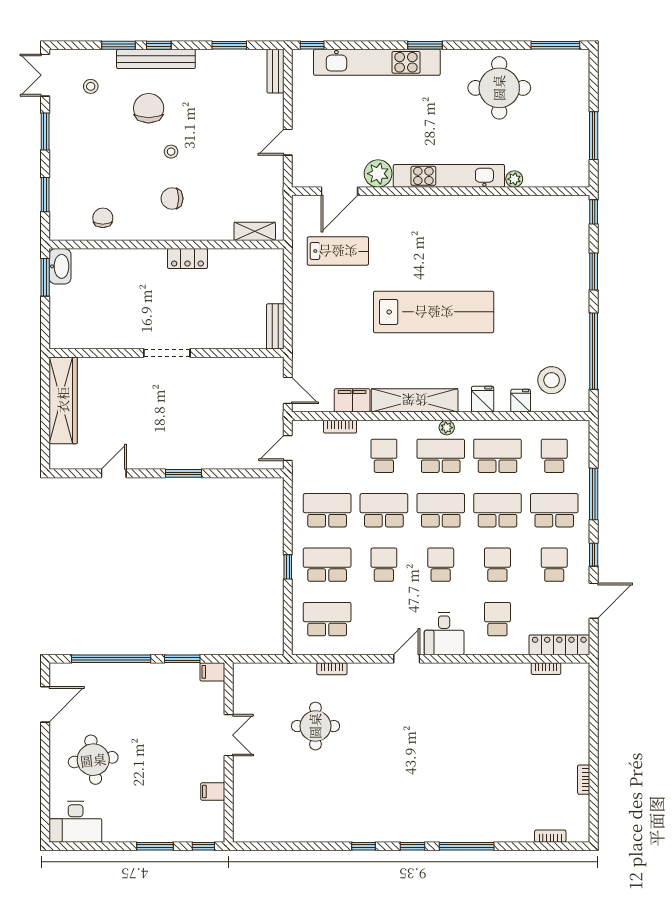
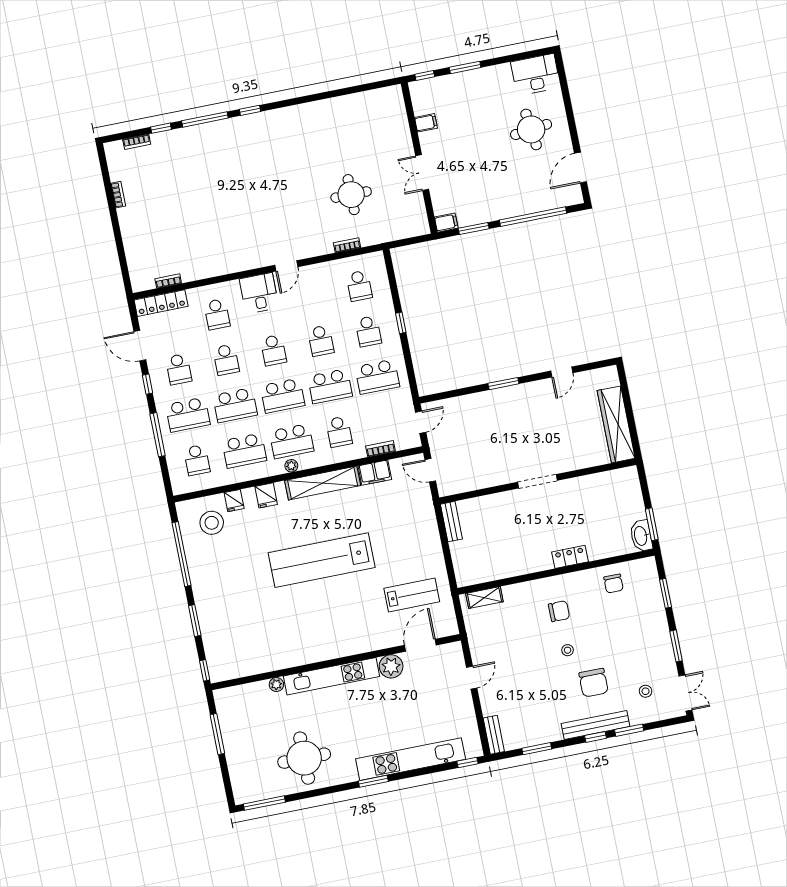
lab bench: (338, 251) -> (412, 595), turned 180
locker: (187, 259) -> (570, 557), moved
school desk: (327, 565) -> (368, 331), width x0.54
door: (594, 601) -> (140, 346), hinge flipped
school desk: (327, 619) -> (359, 286), width x0.54
window: (364, 846) -> (161, 128), moved

